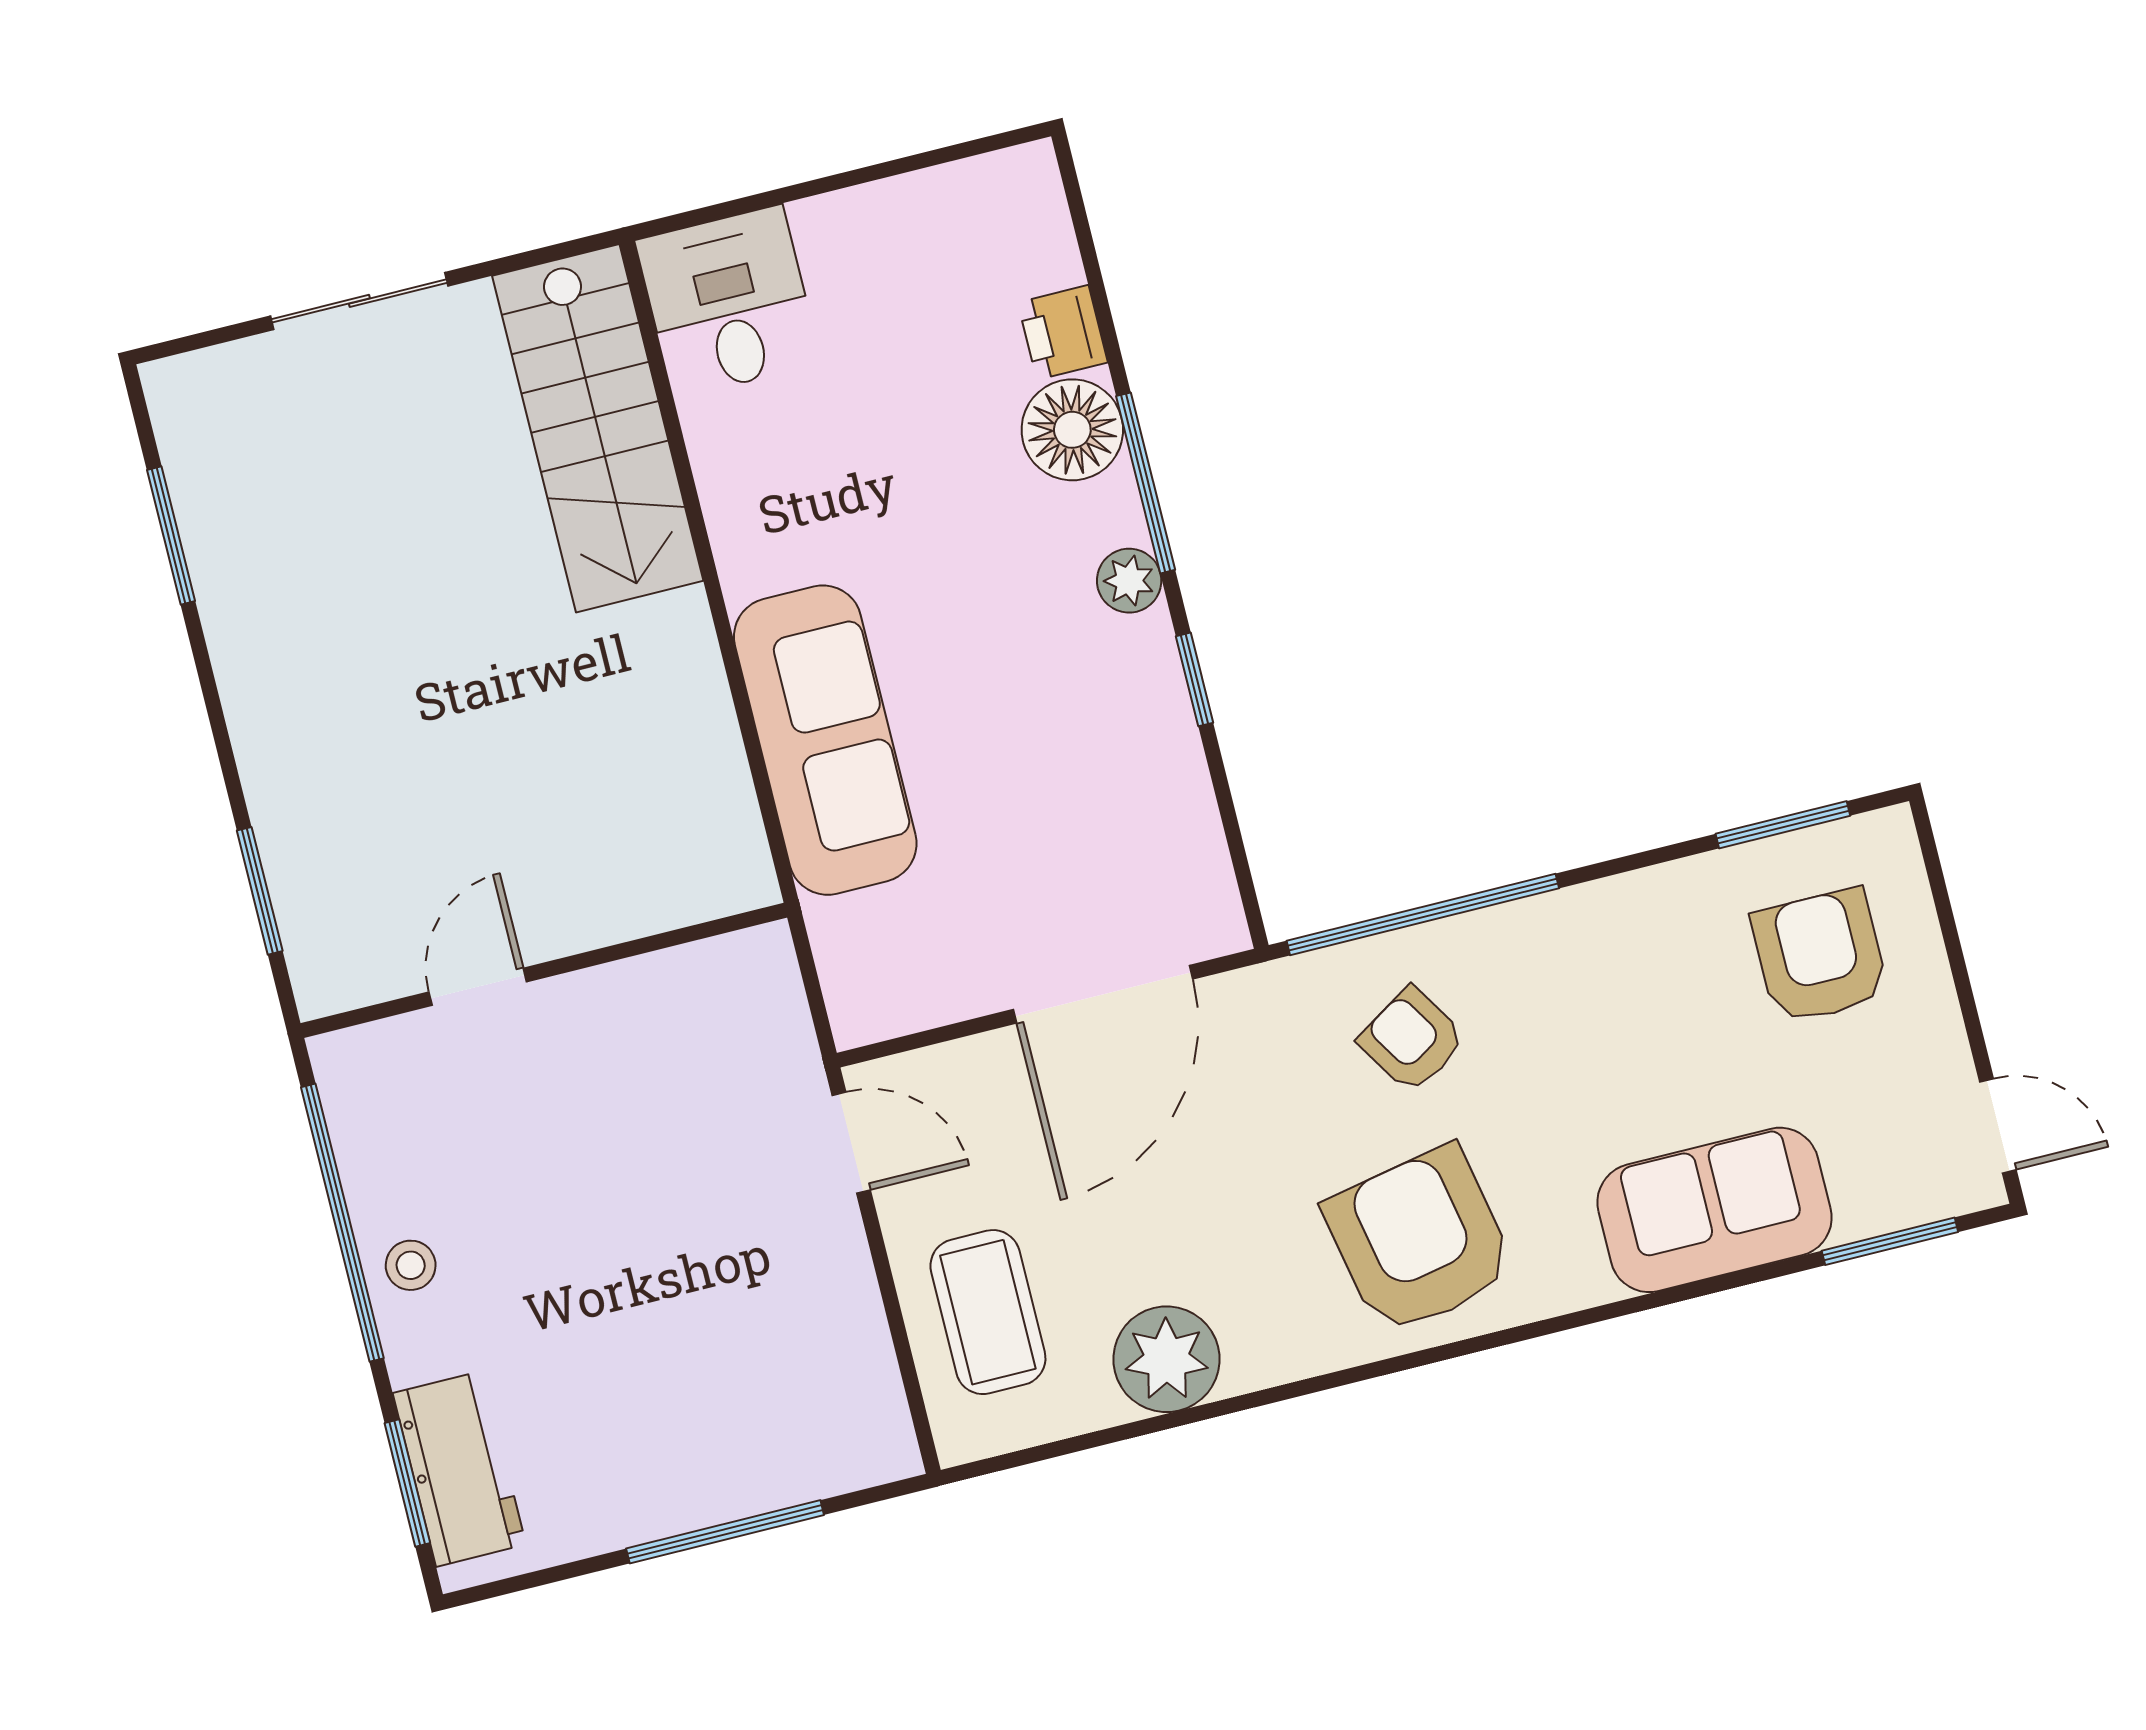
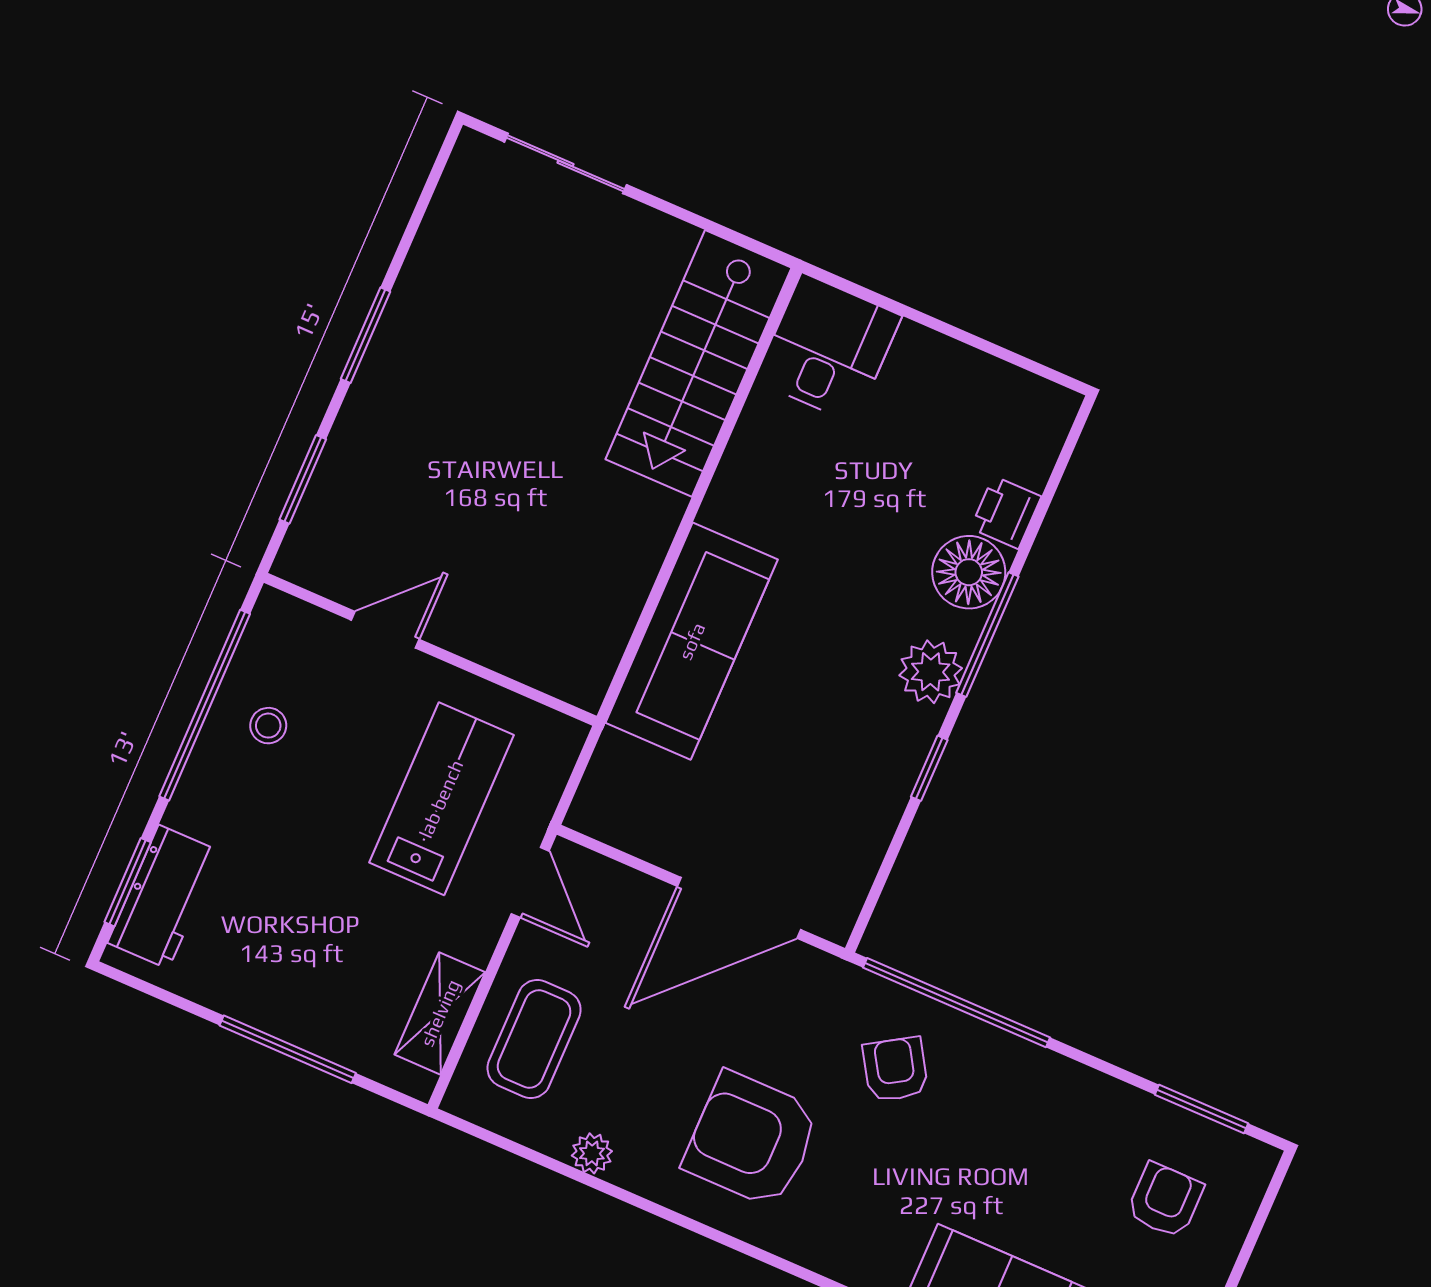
sliding door: (359, 301) -> (566, 163), moved
window: (171, 536) -> (365, 335), moved
plant: (1129, 581) -> (931, 672), width x1.38, depth x1.38
armchair: (1820, 956) -> (1165, 1200), width x0.72, depth x0.72
lab bench: (683, 1126) -> (441, 799), added
armchair: (1420, 1241) -> (752, 1139), moved, turned -79
stool: (411, 1265) -> (268, 726), moved
plant: (1166, 1359) -> (592, 1153), width x0.53, depth x0.53
shelving: (862, 1364) -> (440, 1013), added

